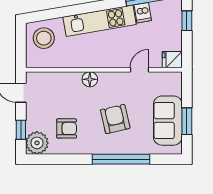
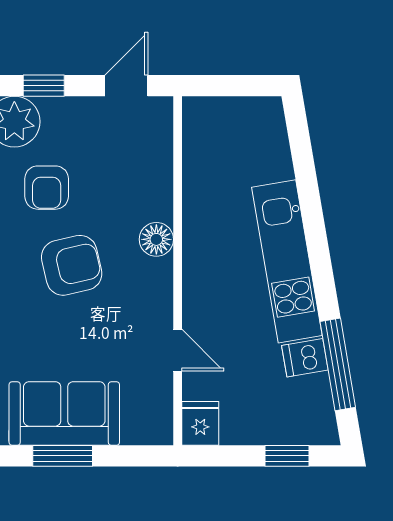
stool: (44, 38) -> (248, 137), removed
armchair: (115, 119) -> (72, 265), moved

